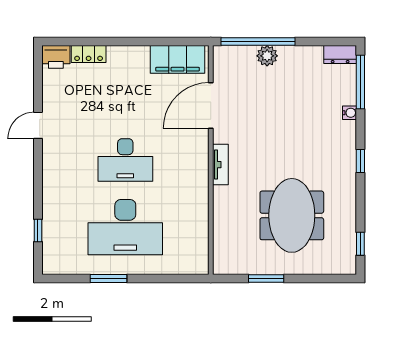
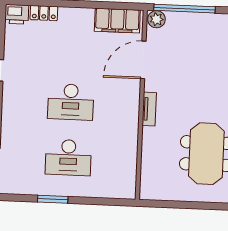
plant: (267, 56) -> (156, 19), moved
desk: (125, 227) -> (68, 157), width x0.73, depth x0.77
window: (266, 278) -> (183, 205), removed

